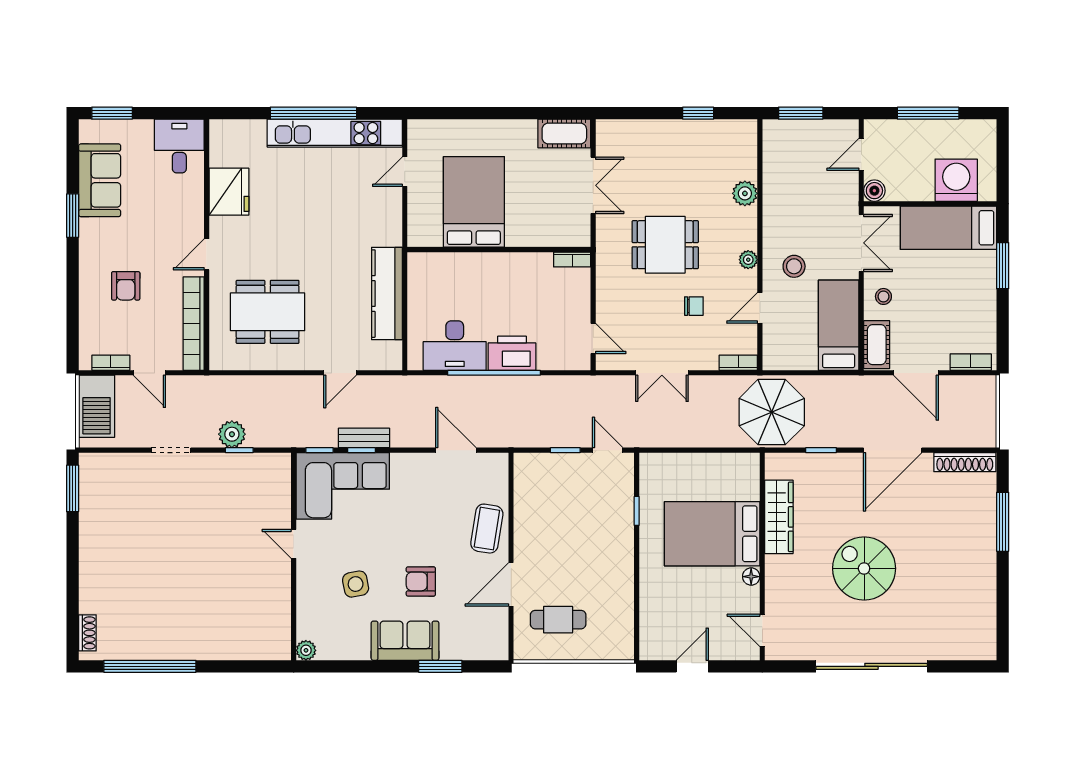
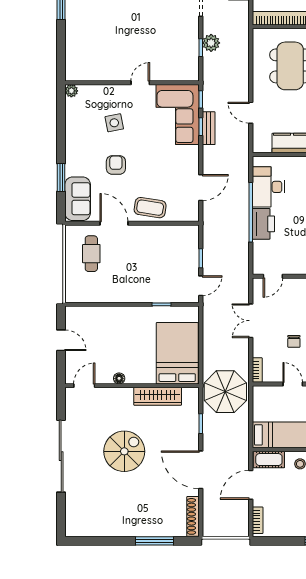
bed: (712, 534) -> (177, 353), moved
sofa: (405, 641) -> (78, 199), moved

